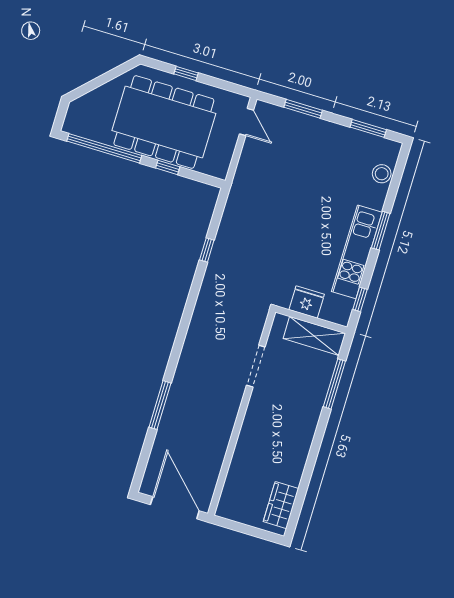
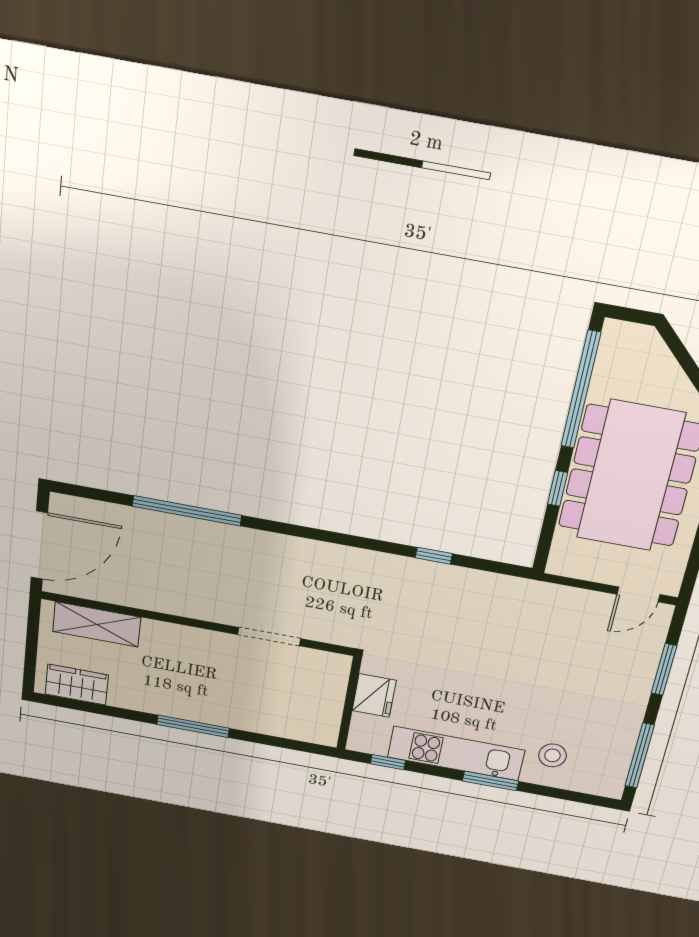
window: (368, 128) -> (640, 756), width x1.44
stool: (382, 174) -> (552, 755), moved
shelving: (314, 336) -> (97, 624), moved, turned 90
window: (334, 384) -> (193, 726), moved
window: (160, 405) -> (187, 511), width x1.46

